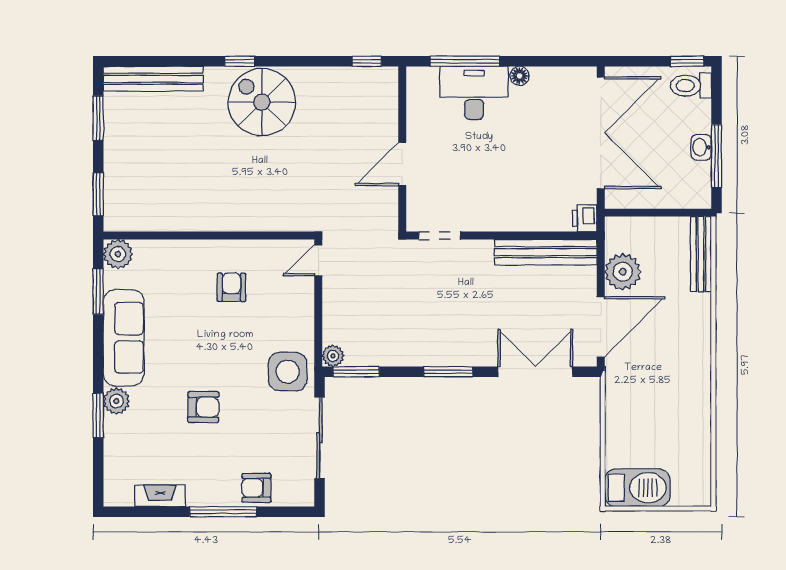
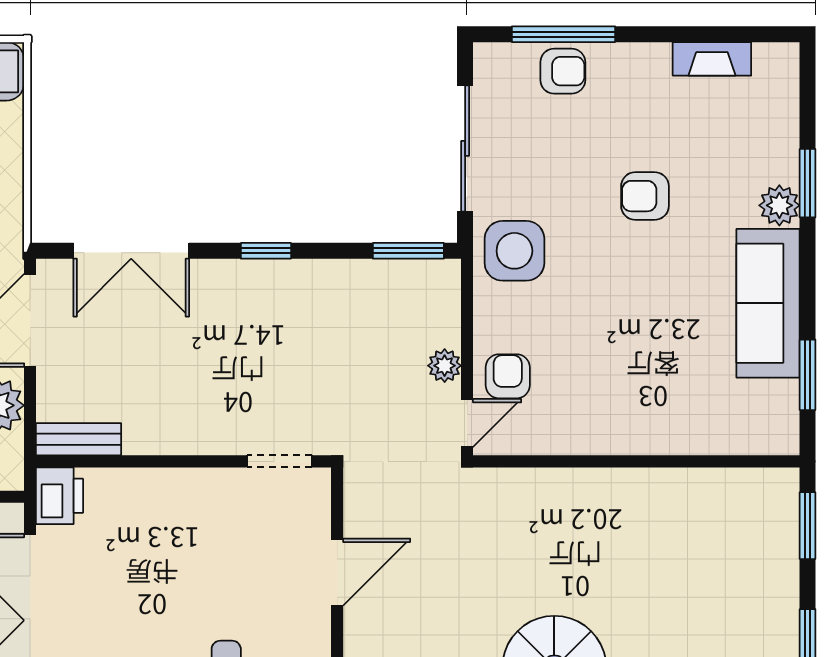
printer: (585, 218) -> (60, 496), width x1.36, depth x1.24
bench: (546, 252) -> (78, 439), width x0.54, depth x0.82
plant: (118, 254) -> (777, 433), removed
armchair: (231, 287) -> (508, 376), moved, turned 180
plant: (333, 356) -> (445, 366), moved
window: (448, 372) -> (266, 251), width x0.67
window: (223, 512) -> (564, 34), moved

